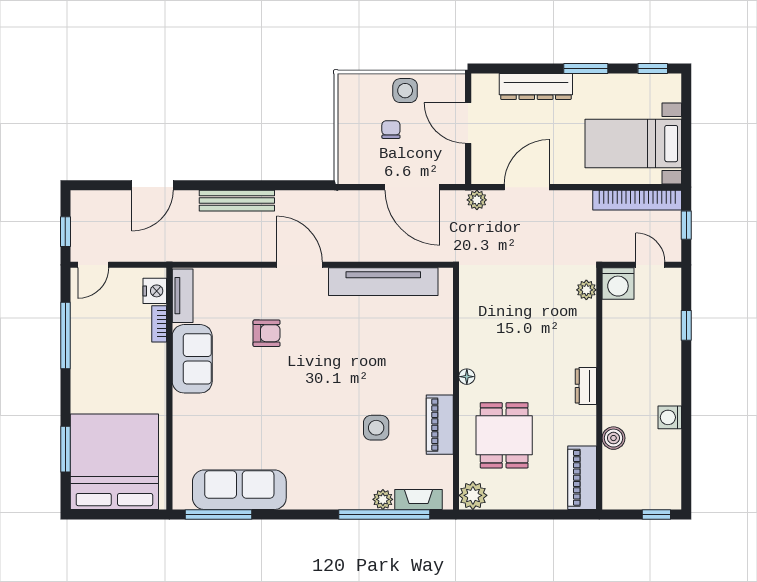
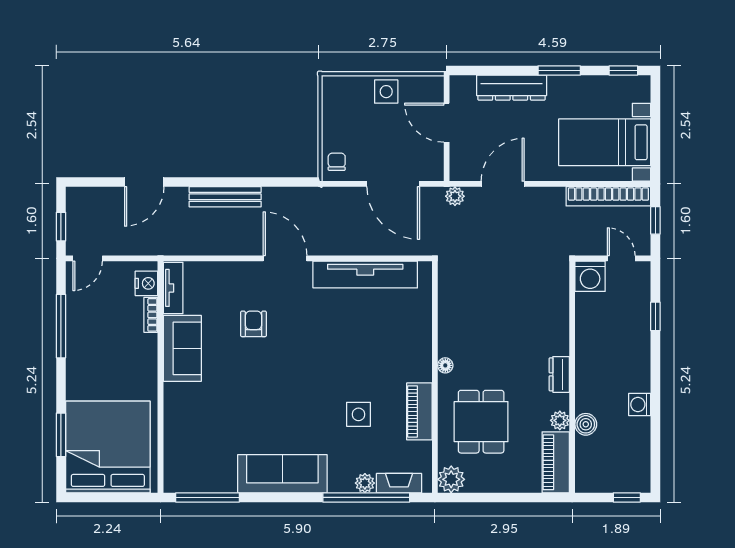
chair: (391, 130) -> (337, 162), moved
plant: (586, 290) -> (560, 420), moved
armchair: (267, 333) -> (254, 324), turned -90
sofa: (239, 490) -> (282, 474), moved

